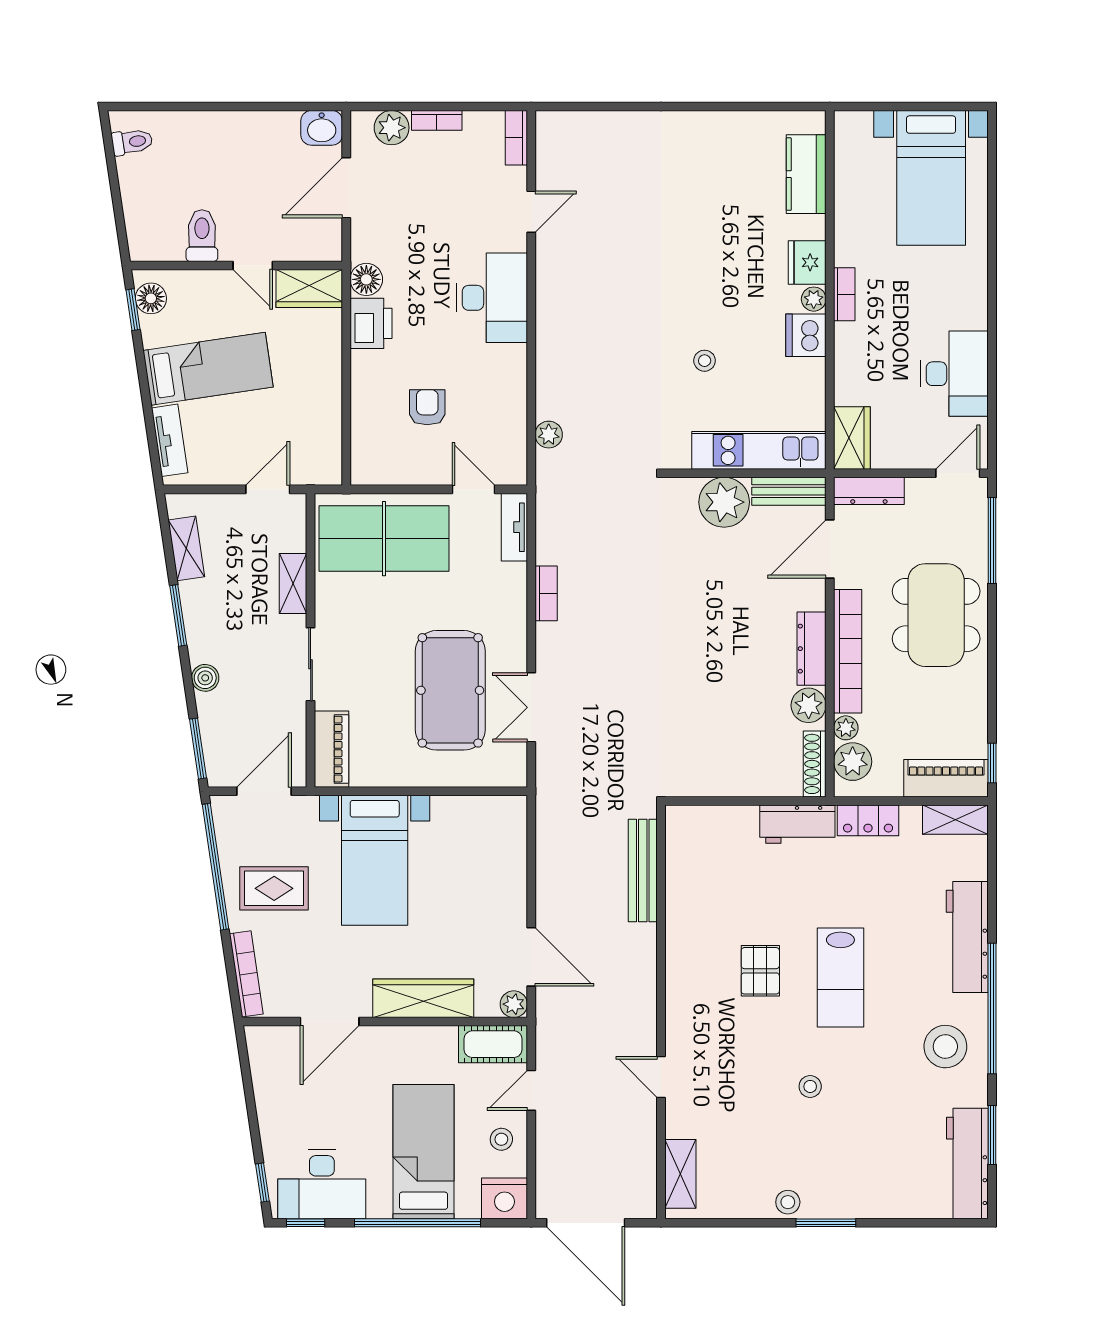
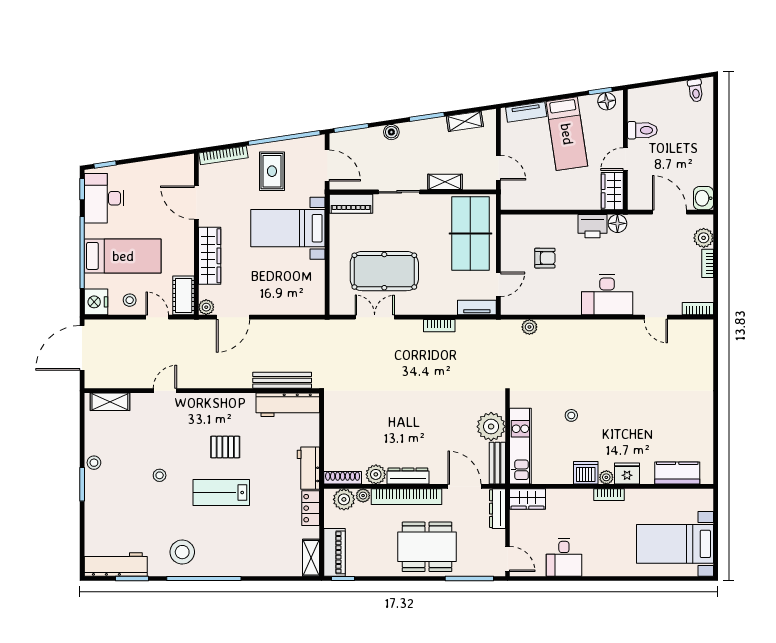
desk: (955, 374) -> (564, 557), width x0.73
workbench: (967, 937) -> (288, 405), moved, turned 180

